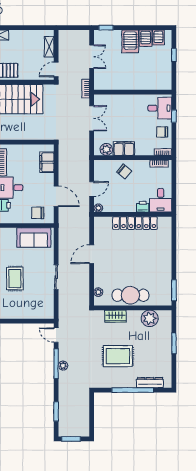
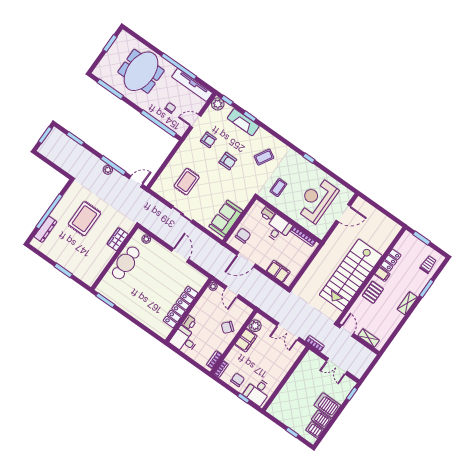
rug: (15, 279) -> (187, 182), moved, turned 90
plant: (150, 318) -> (97, 265), removed

